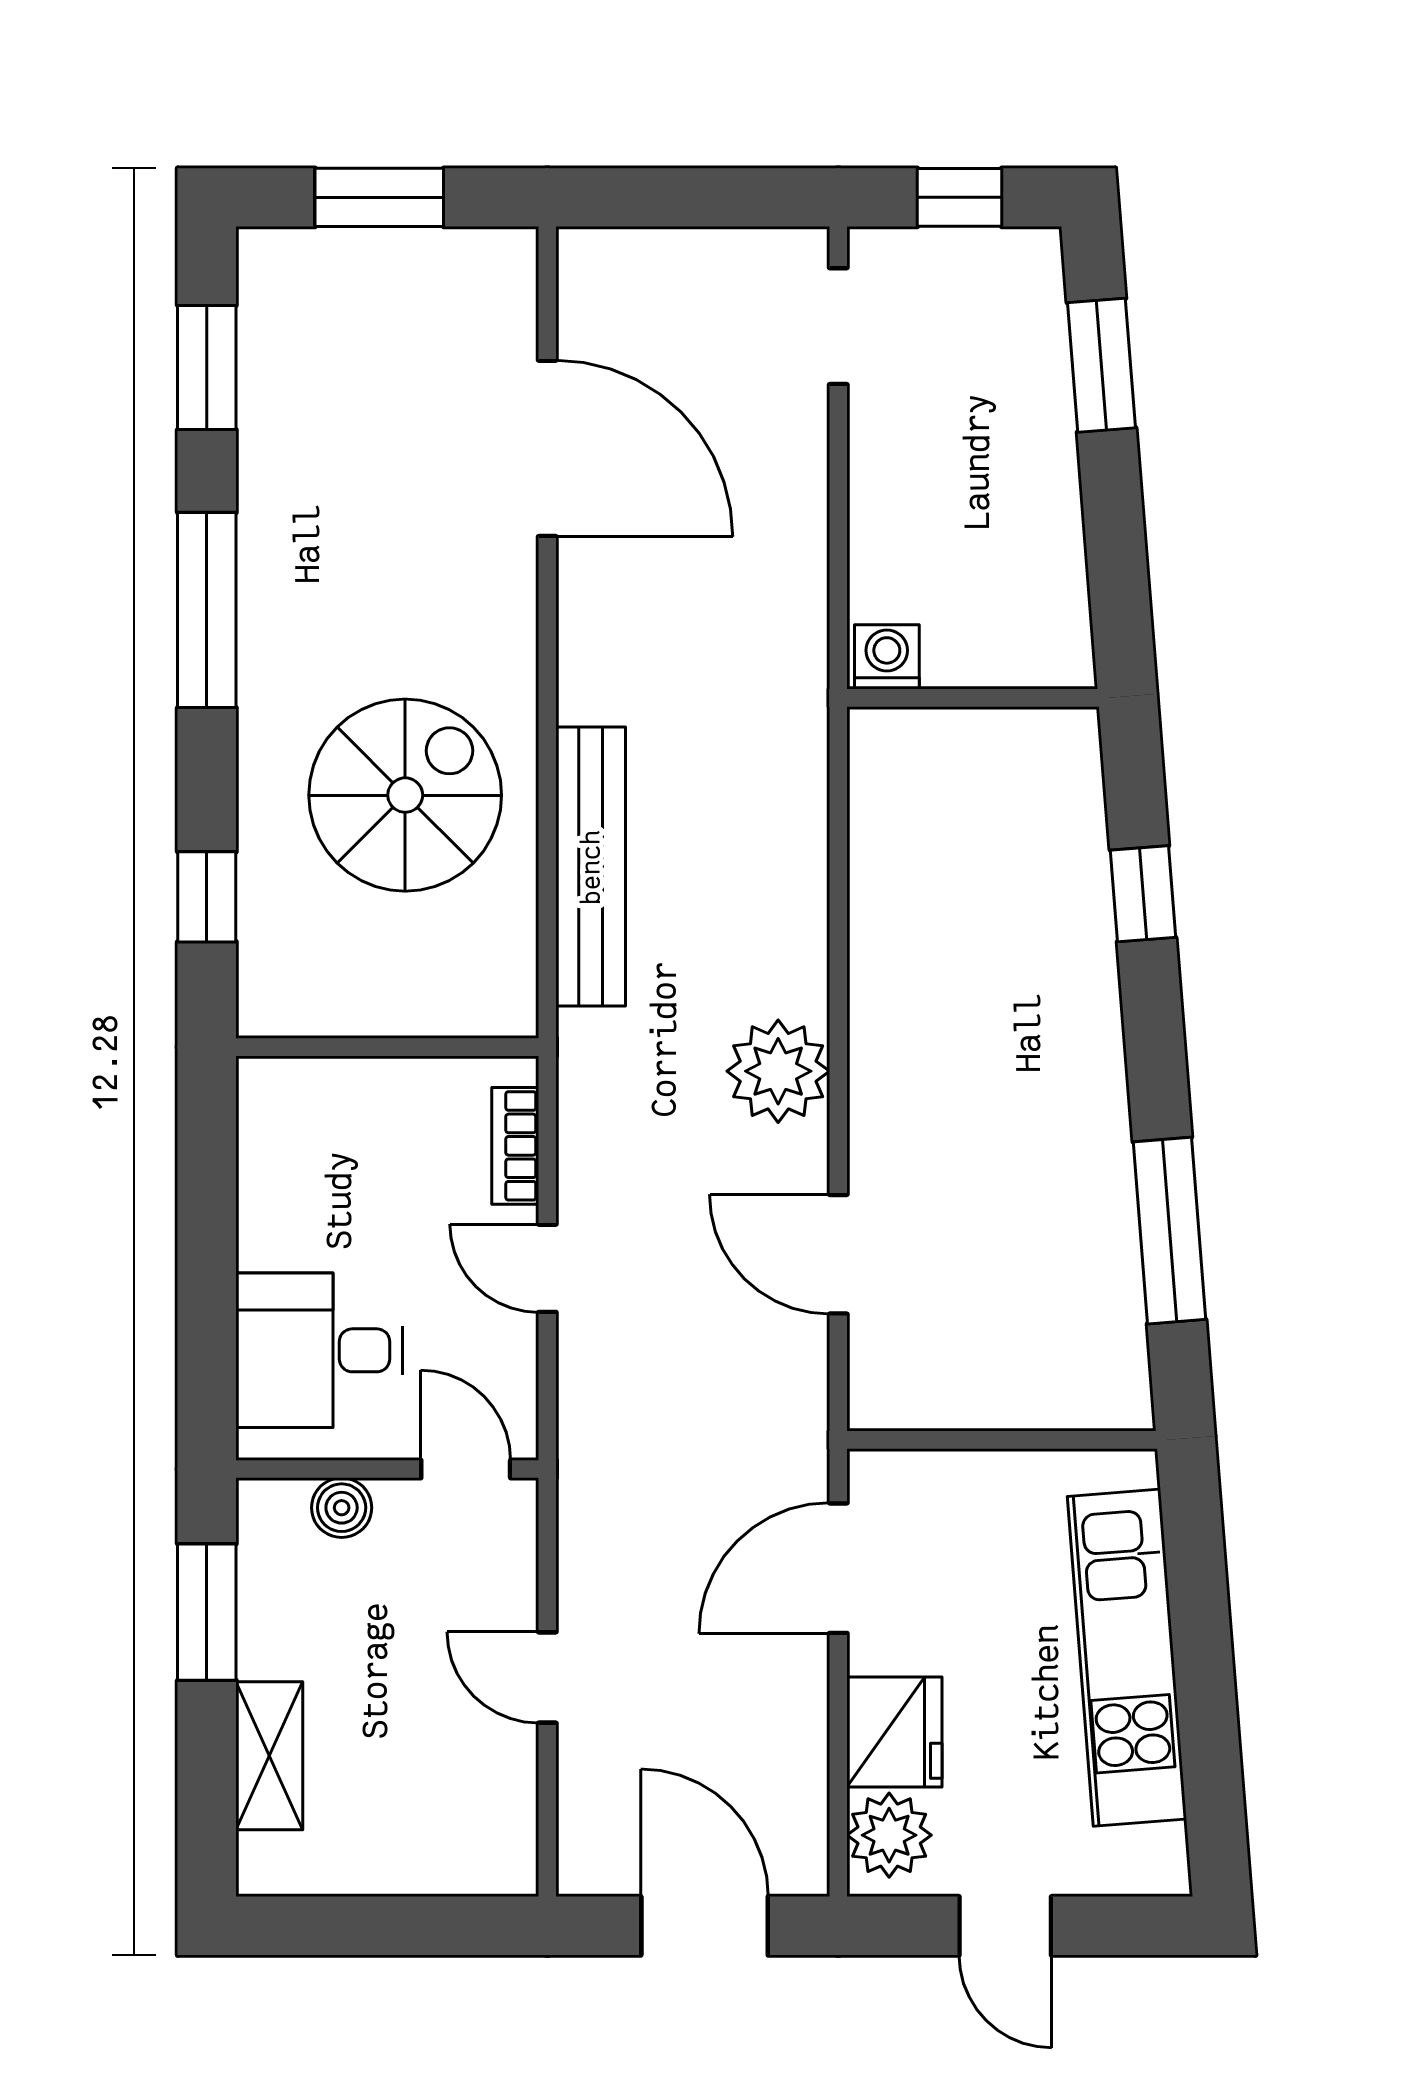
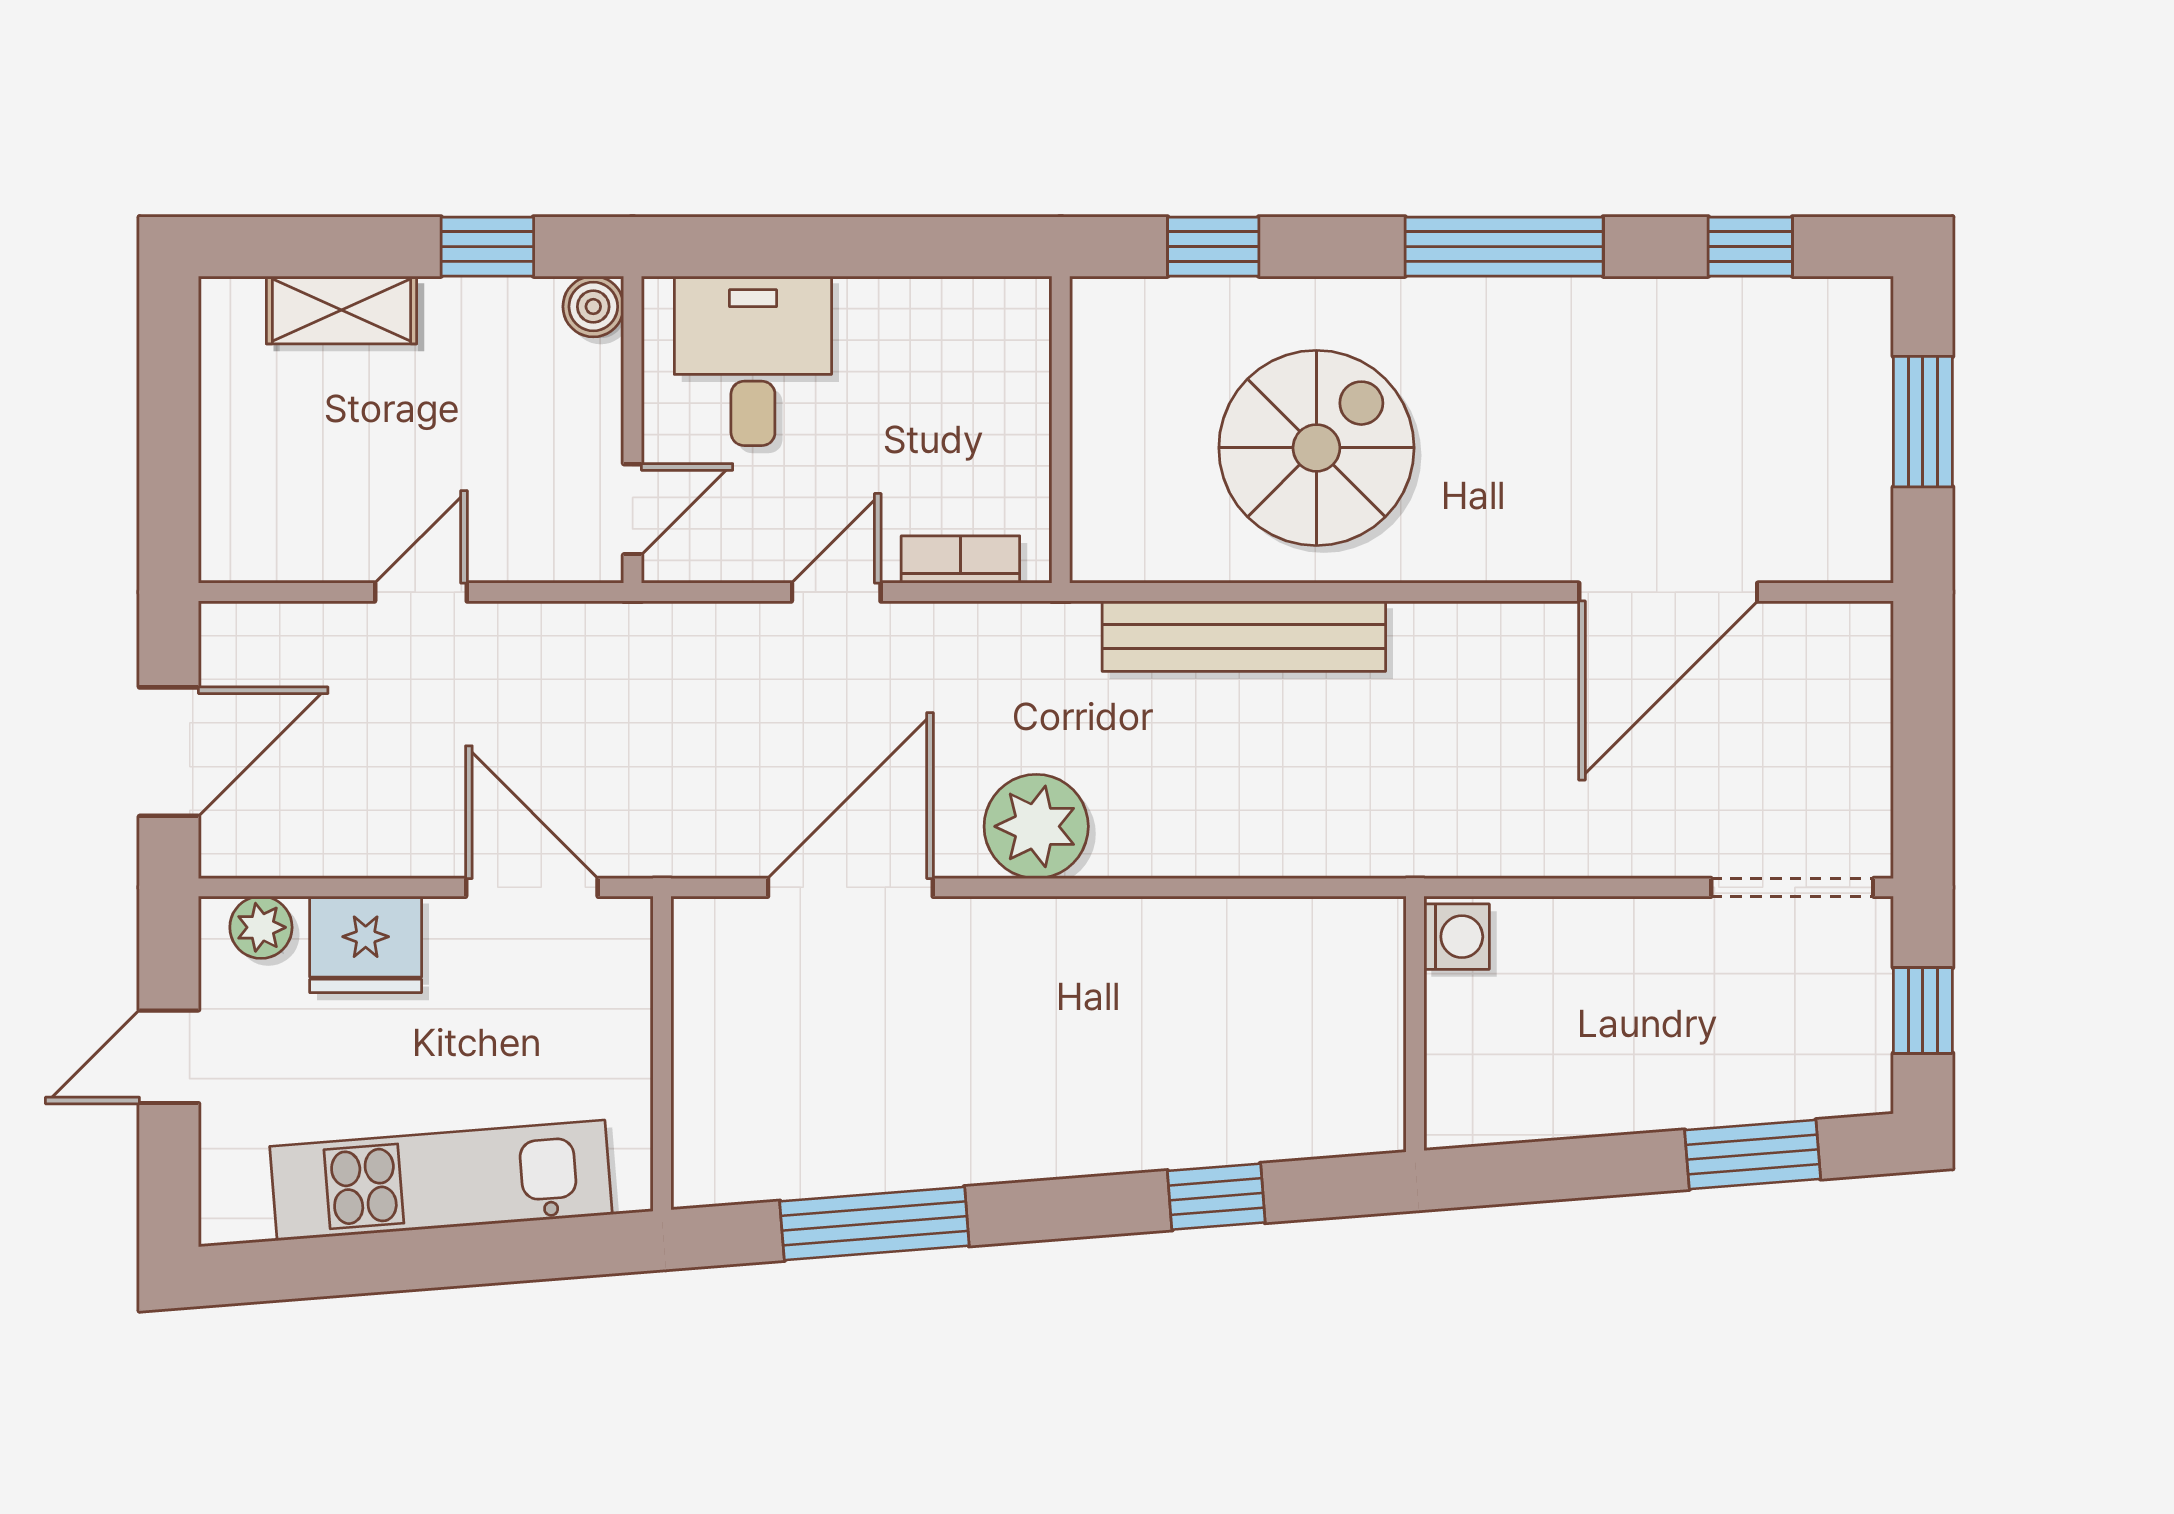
doorway: (838, 326) -> (1792, 887), width x1.38
window: (207, 367) -> (1750, 247), width x0.67
spiral stairs: (405, 795) -> (1316, 448), turned -90
door: (838, 1254) -> (850, 887), width x1.36
boiler: (342, 1508) -> (593, 307), moved
window: (207, 1612) -> (487, 247), width x0.67
plant: (889, 1835) -> (261, 927), width x0.73, depth x0.73

